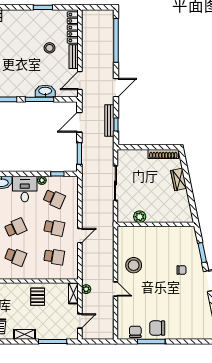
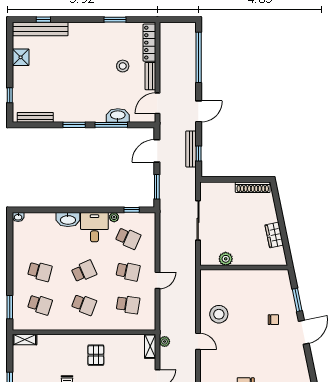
wardrobe: (179, 179) -> (274, 235), moved
pallet: (38, 297) -> (96, 355), moved

